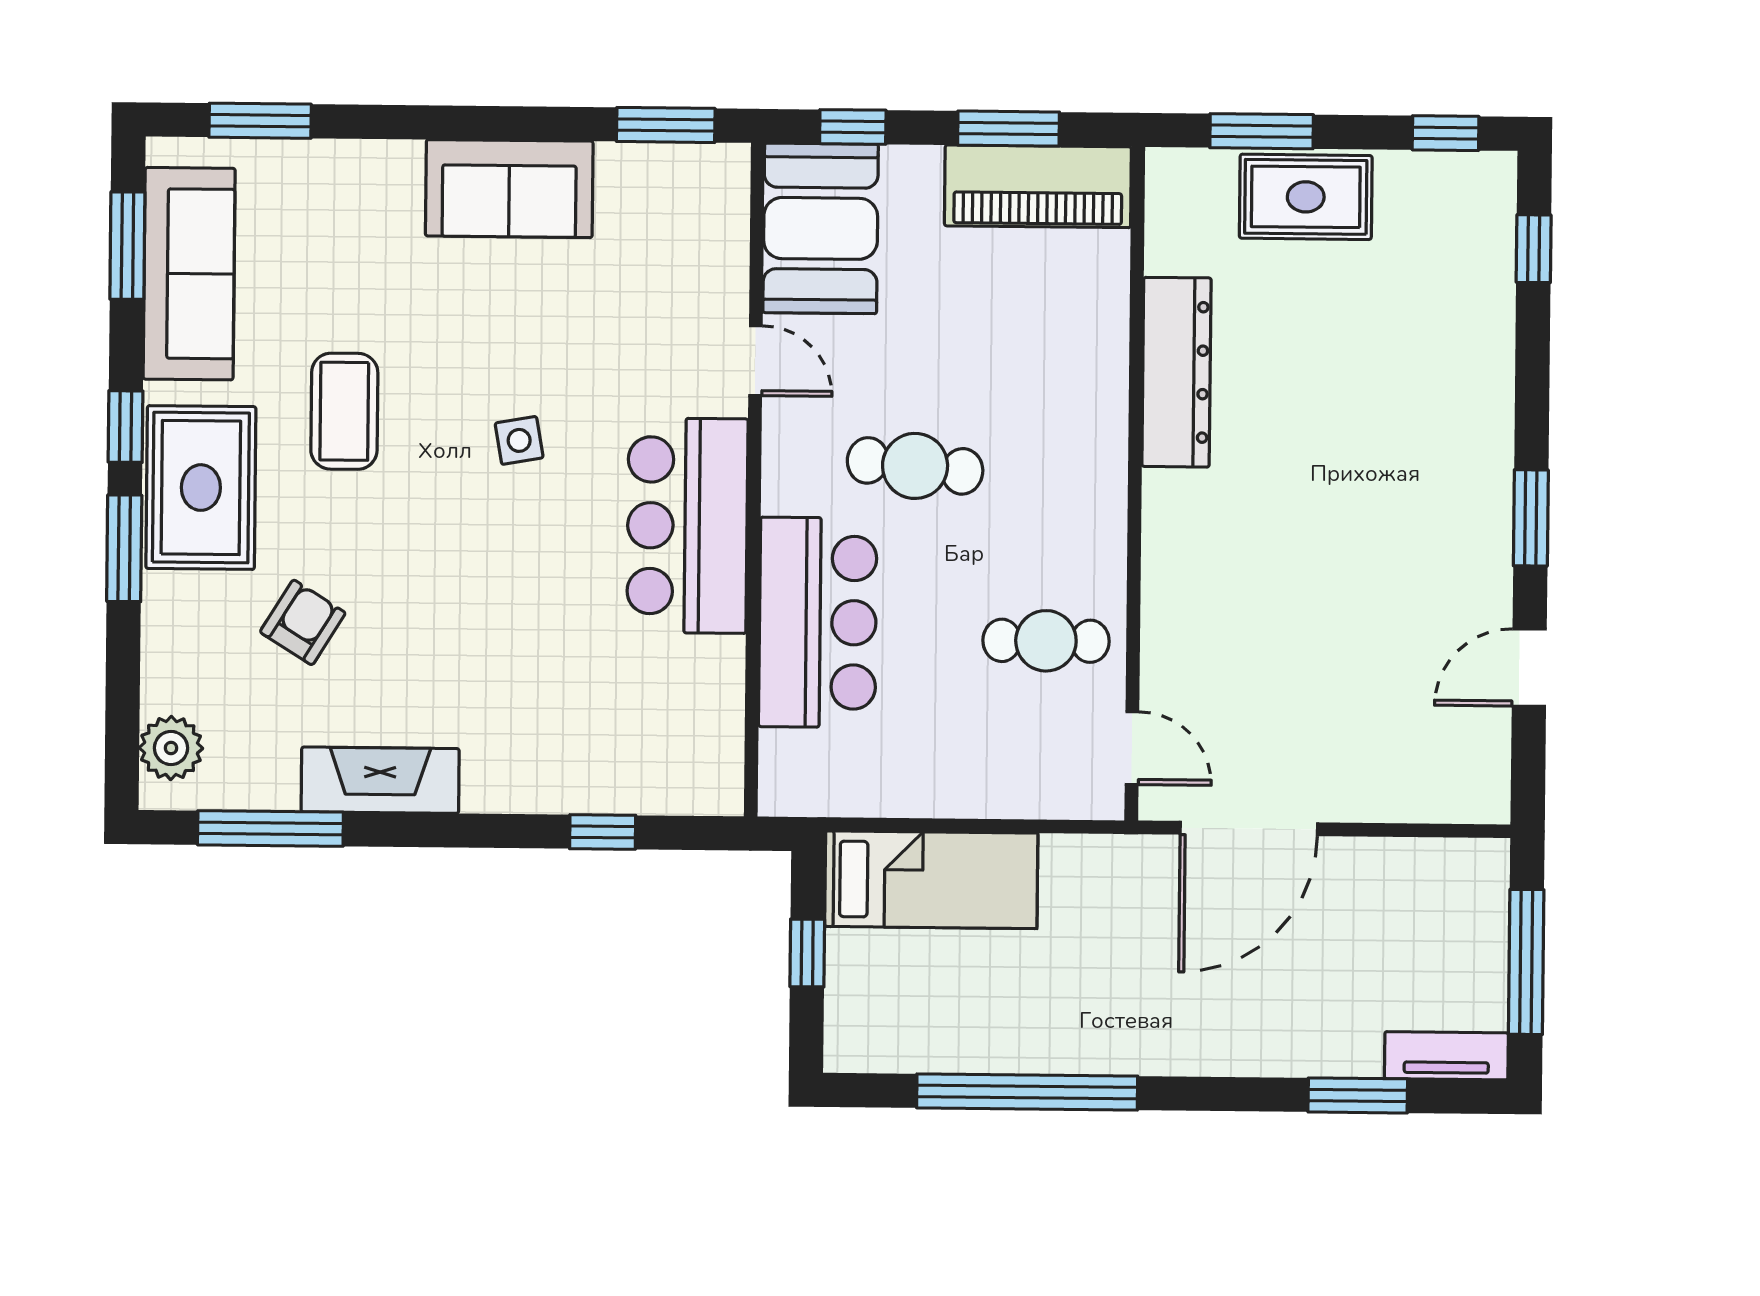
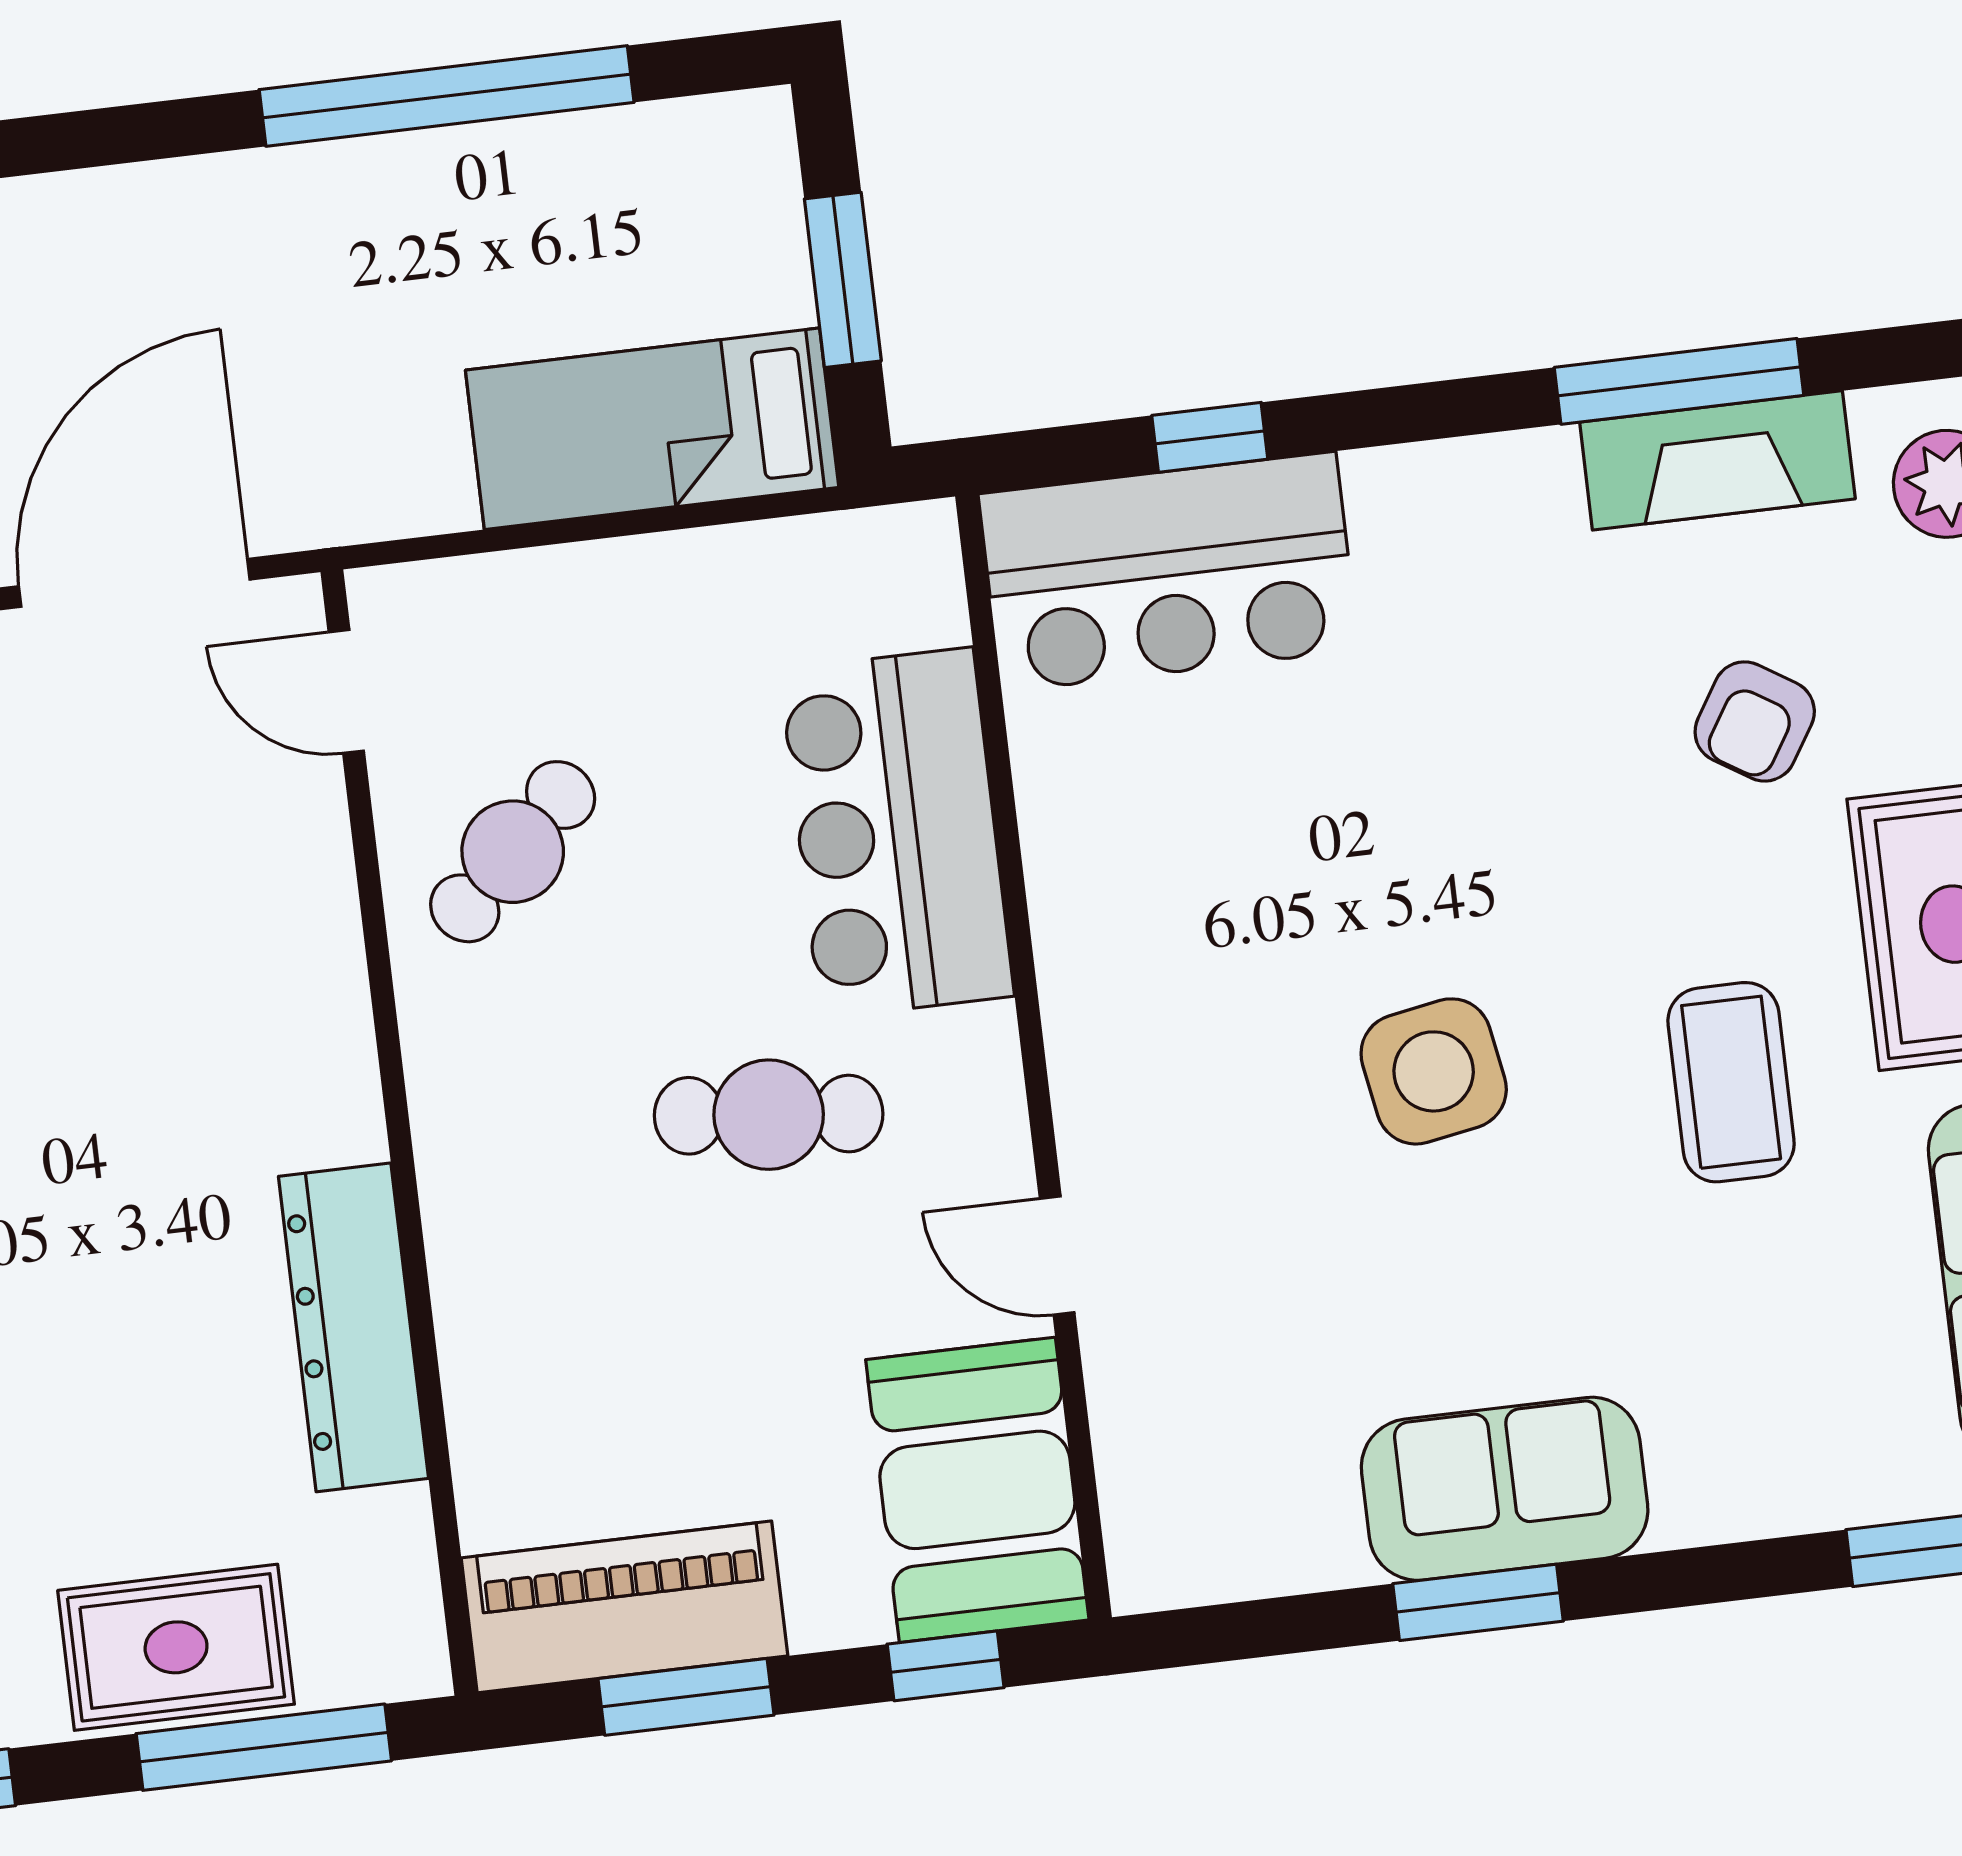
window: (666, 125) -> (1478, 1602), moved
window: (1262, 131) -> (264, 1747), width x1.44
side table: (519, 440) -> (1434, 1071), width x1.87, depth x1.87
bar counter: (687, 526) -> (1169, 572), moved, turned 90
cafe table: (1046, 641) -> (513, 852), turned -43
fireplace: (380, 780) -> (1717, 460), moved
window: (270, 828) -> (1679, 381), moved
window: (807, 953) -> (843, 280), width x1.50

